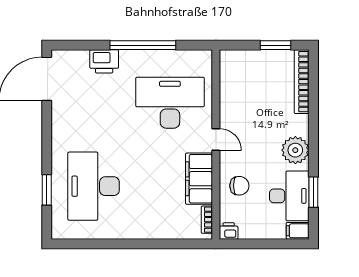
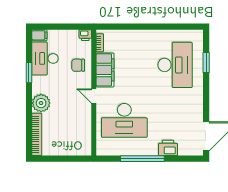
window: (275, 45) -> (54, 159), removed
plant: (295, 150) -> (41, 103), moved
window: (313, 192) -> (29, 73), moved

